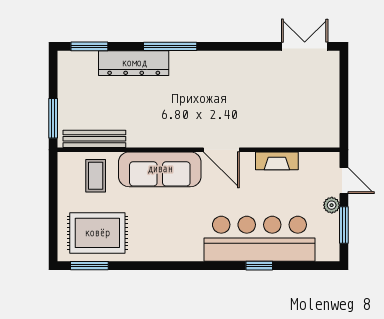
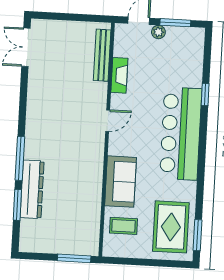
window: (89, 46) -> (17, 205), moved
bench: (94, 139) -> (102, 55), moved
door: (221, 150) -> (108, 121), width x0.73
sofa: (160, 169) -> (121, 182), width x0.73
bar counter: (259, 239) -> (181, 134), moved

